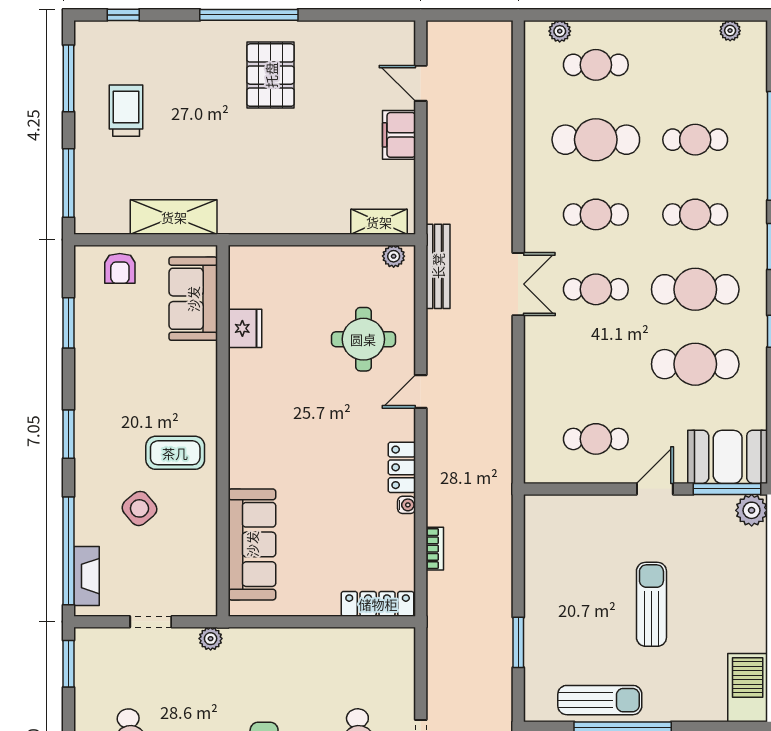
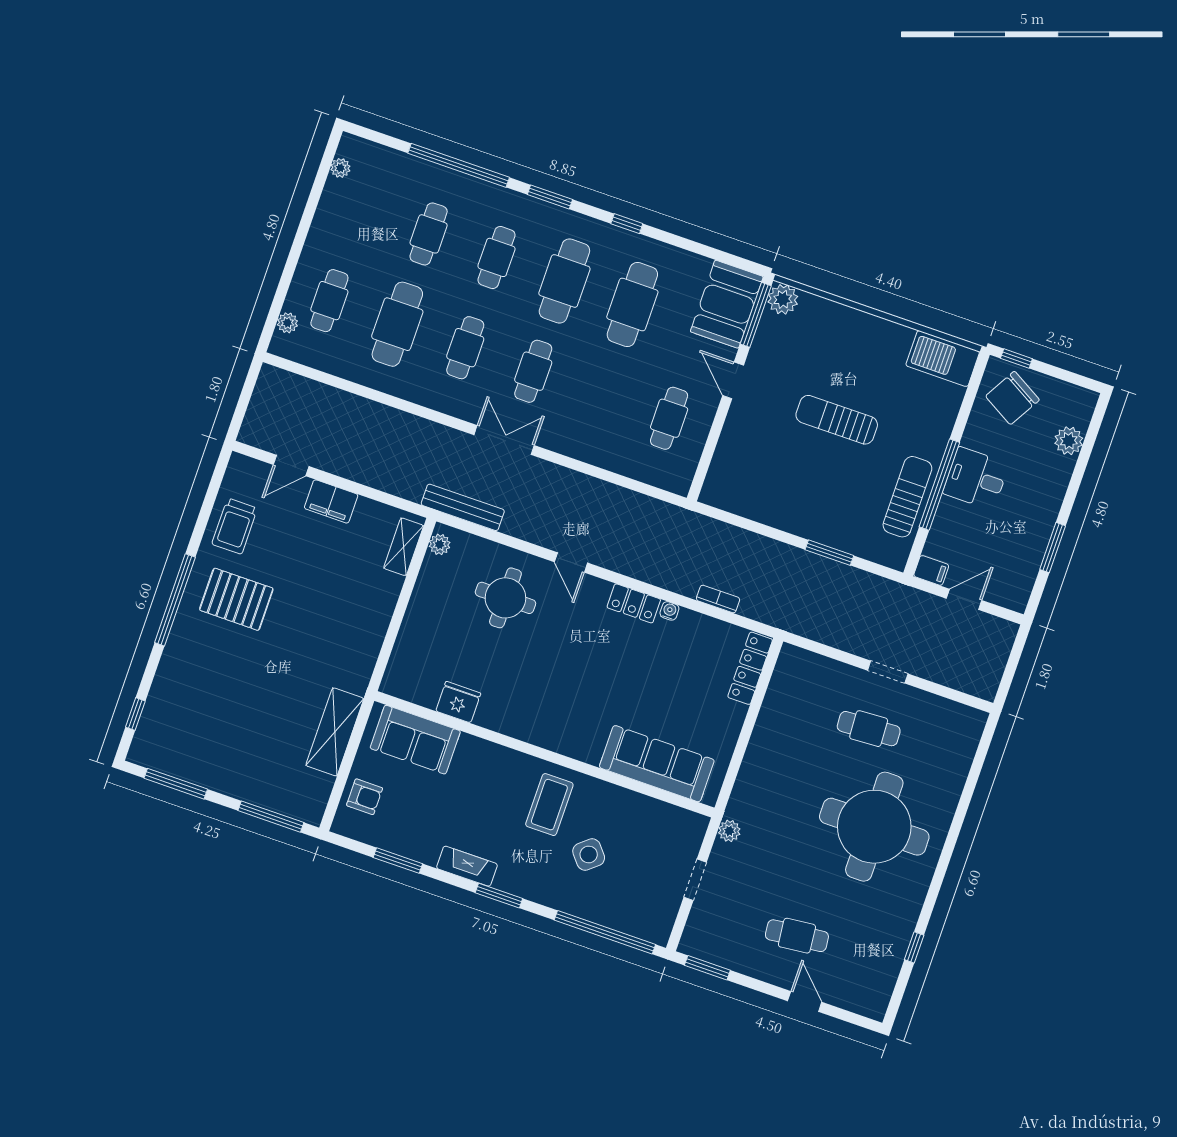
trolley: (126, 111) -> (235, 526), moved, turned -90
fireplace: (87, 576) -> (467, 866), moved

